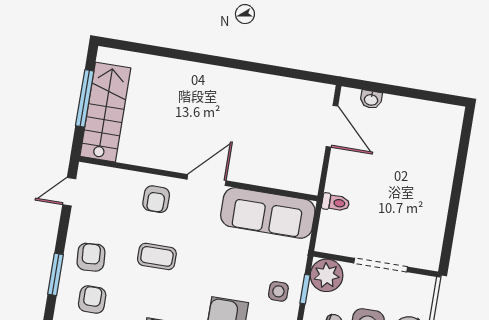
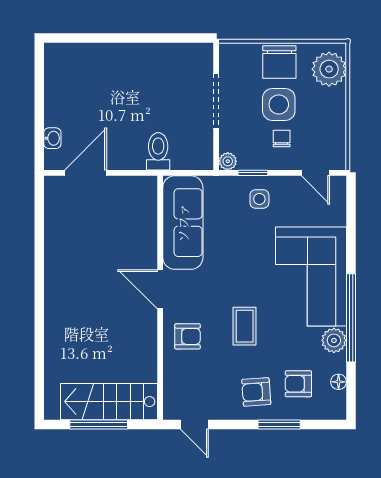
toilet: (336, 203) -> (158, 151), width x1.37, depth x1.39
plant: (327, 275) -> (228, 161), width x0.53, depth x0.53

